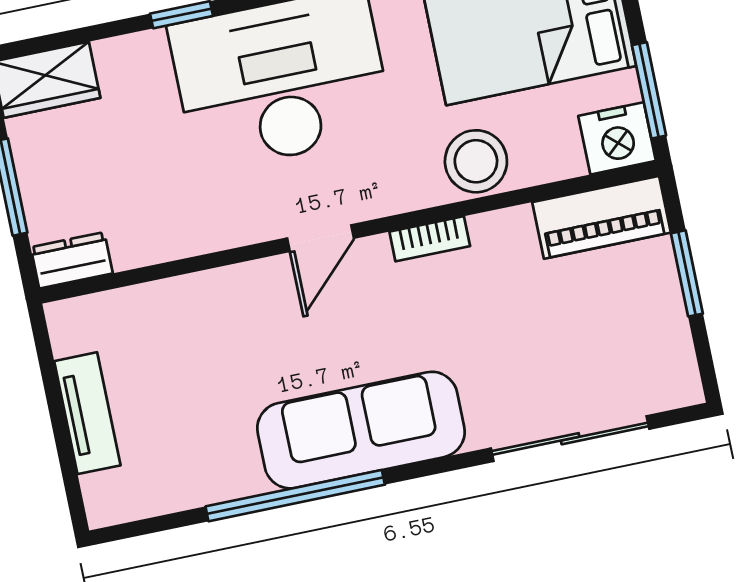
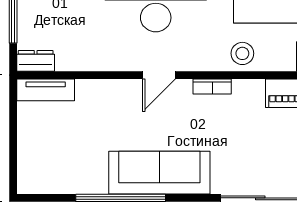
stool: (476, 161) -> (242, 53), width x0.73, depth x0.73
tv unit: (87, 413) -> (46, 90), moved, turned 90

